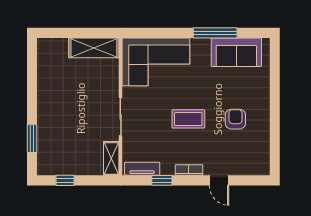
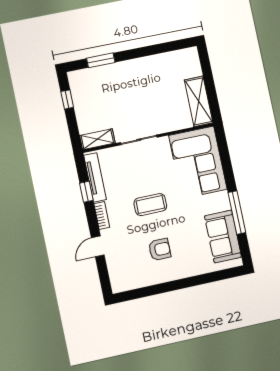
coffee table: (188, 119) -> (150, 205), turned 90
tv unit: (142, 169) -> (95, 177), width x1.41

